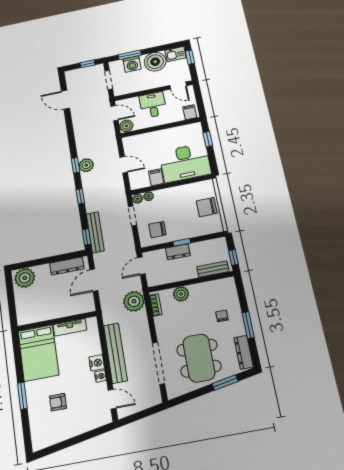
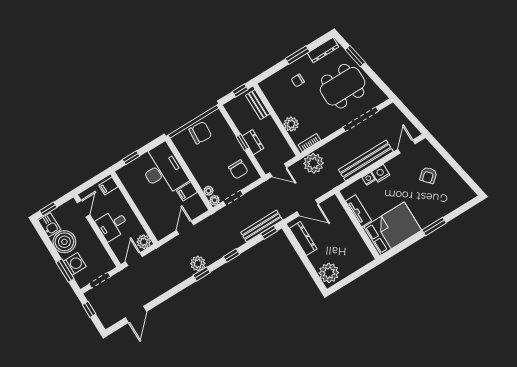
chair: (207, 207) -> (200, 133), turned -86
nightstand: (101, 376) -> (369, 179), moved
armchair: (58, 402) -> (428, 175), moved, turned 49

